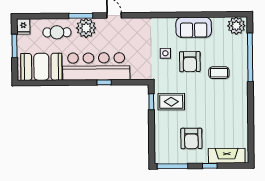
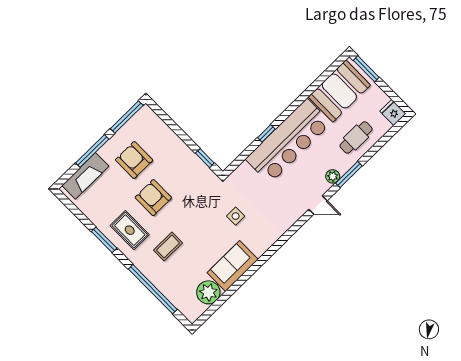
plant: (236, 26) -> (208, 292), moved
plant: (86, 28) -> (333, 176), width x0.53, depth x0.53
window: (14, 46) -> (366, 69), moved
armchair: (190, 62) -> (153, 198), moved
rug: (171, 102) -> (130, 230), moved, turned 90
window: (251, 110) -> (104, 240), added
window: (210, 166) -> (92, 151), width x2.17

